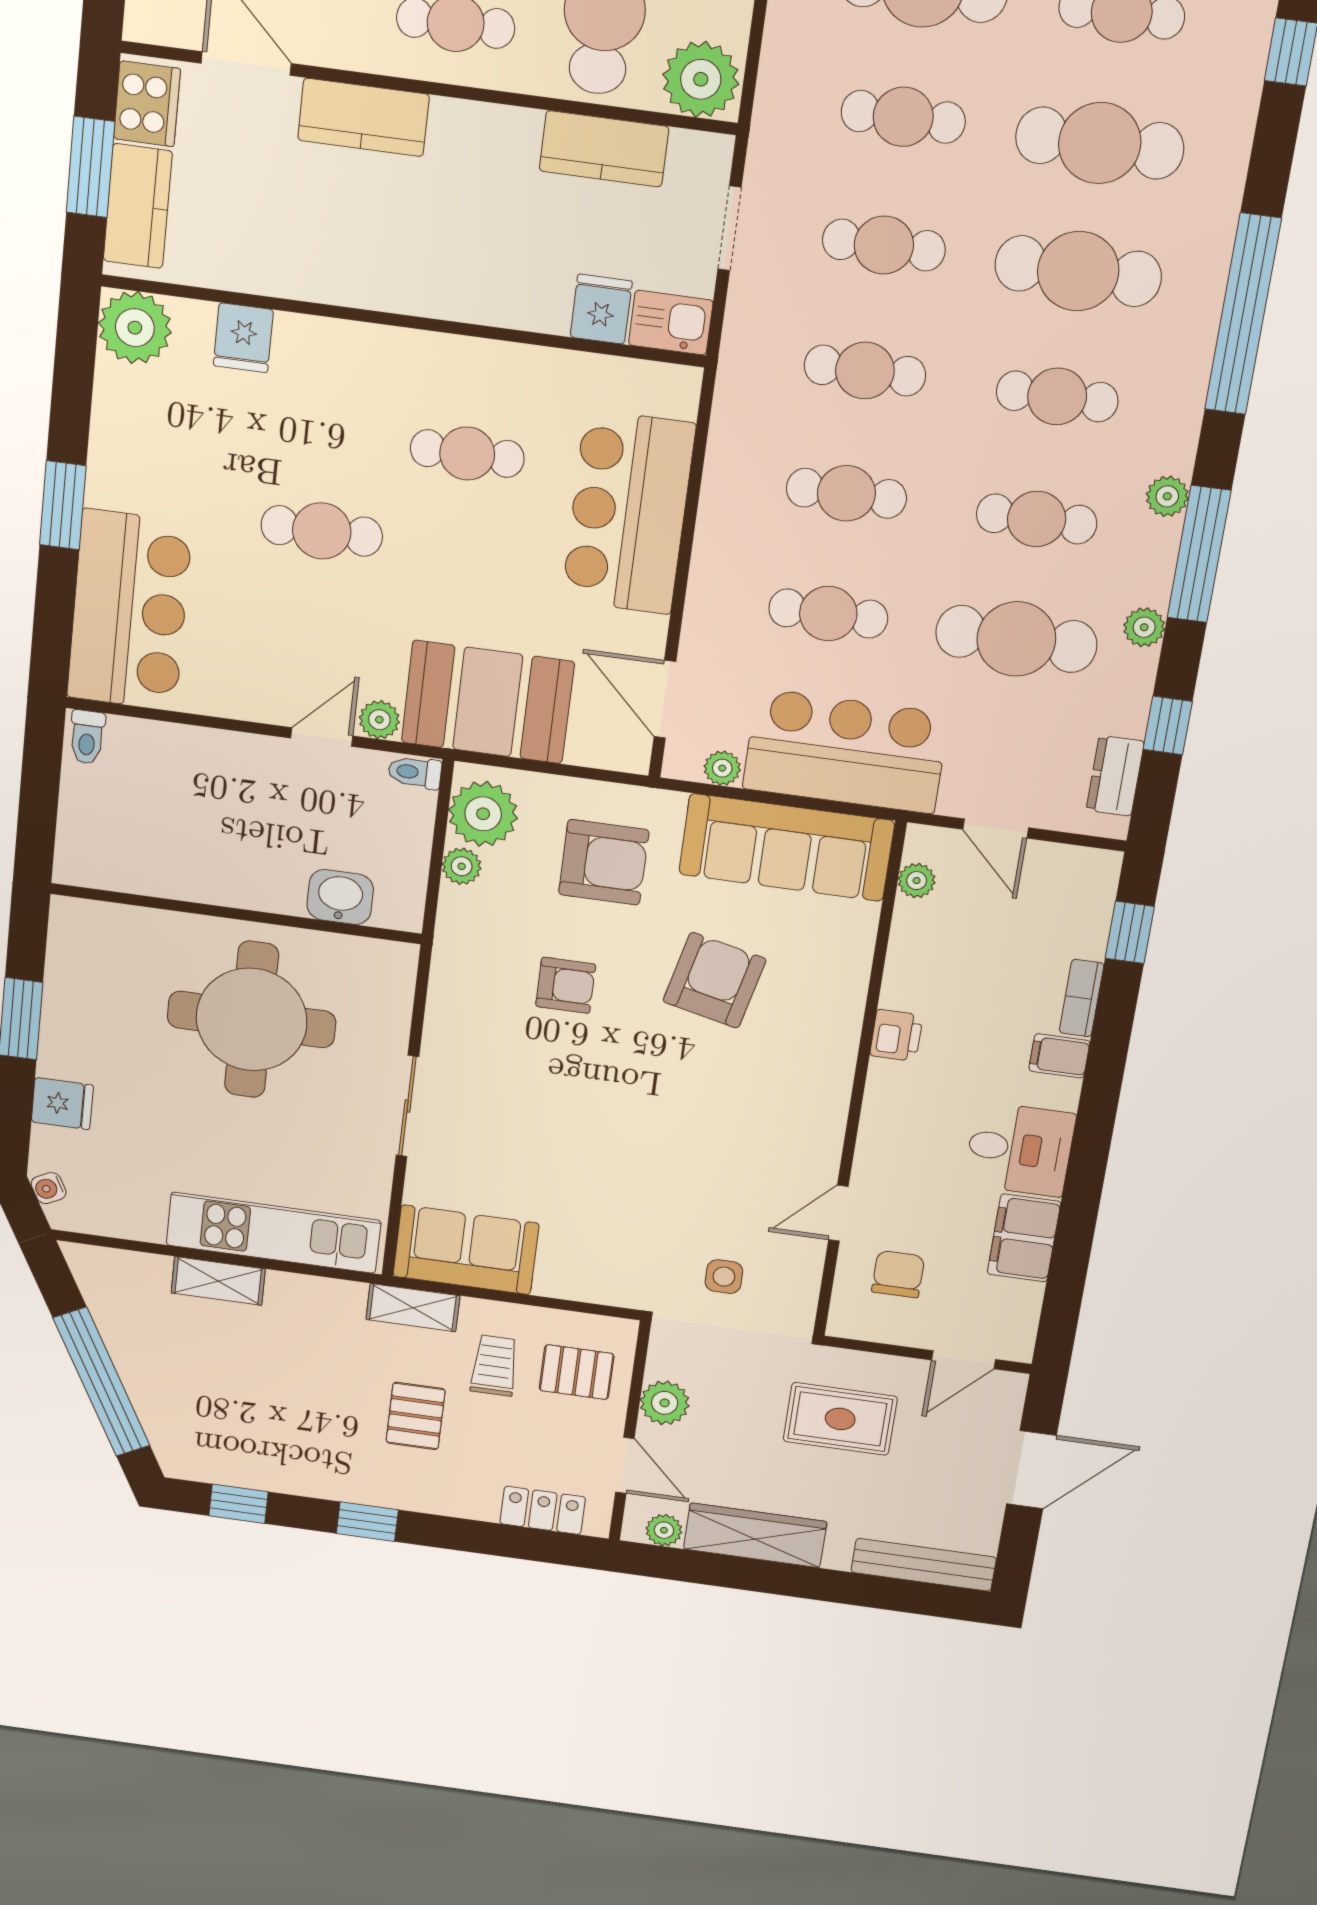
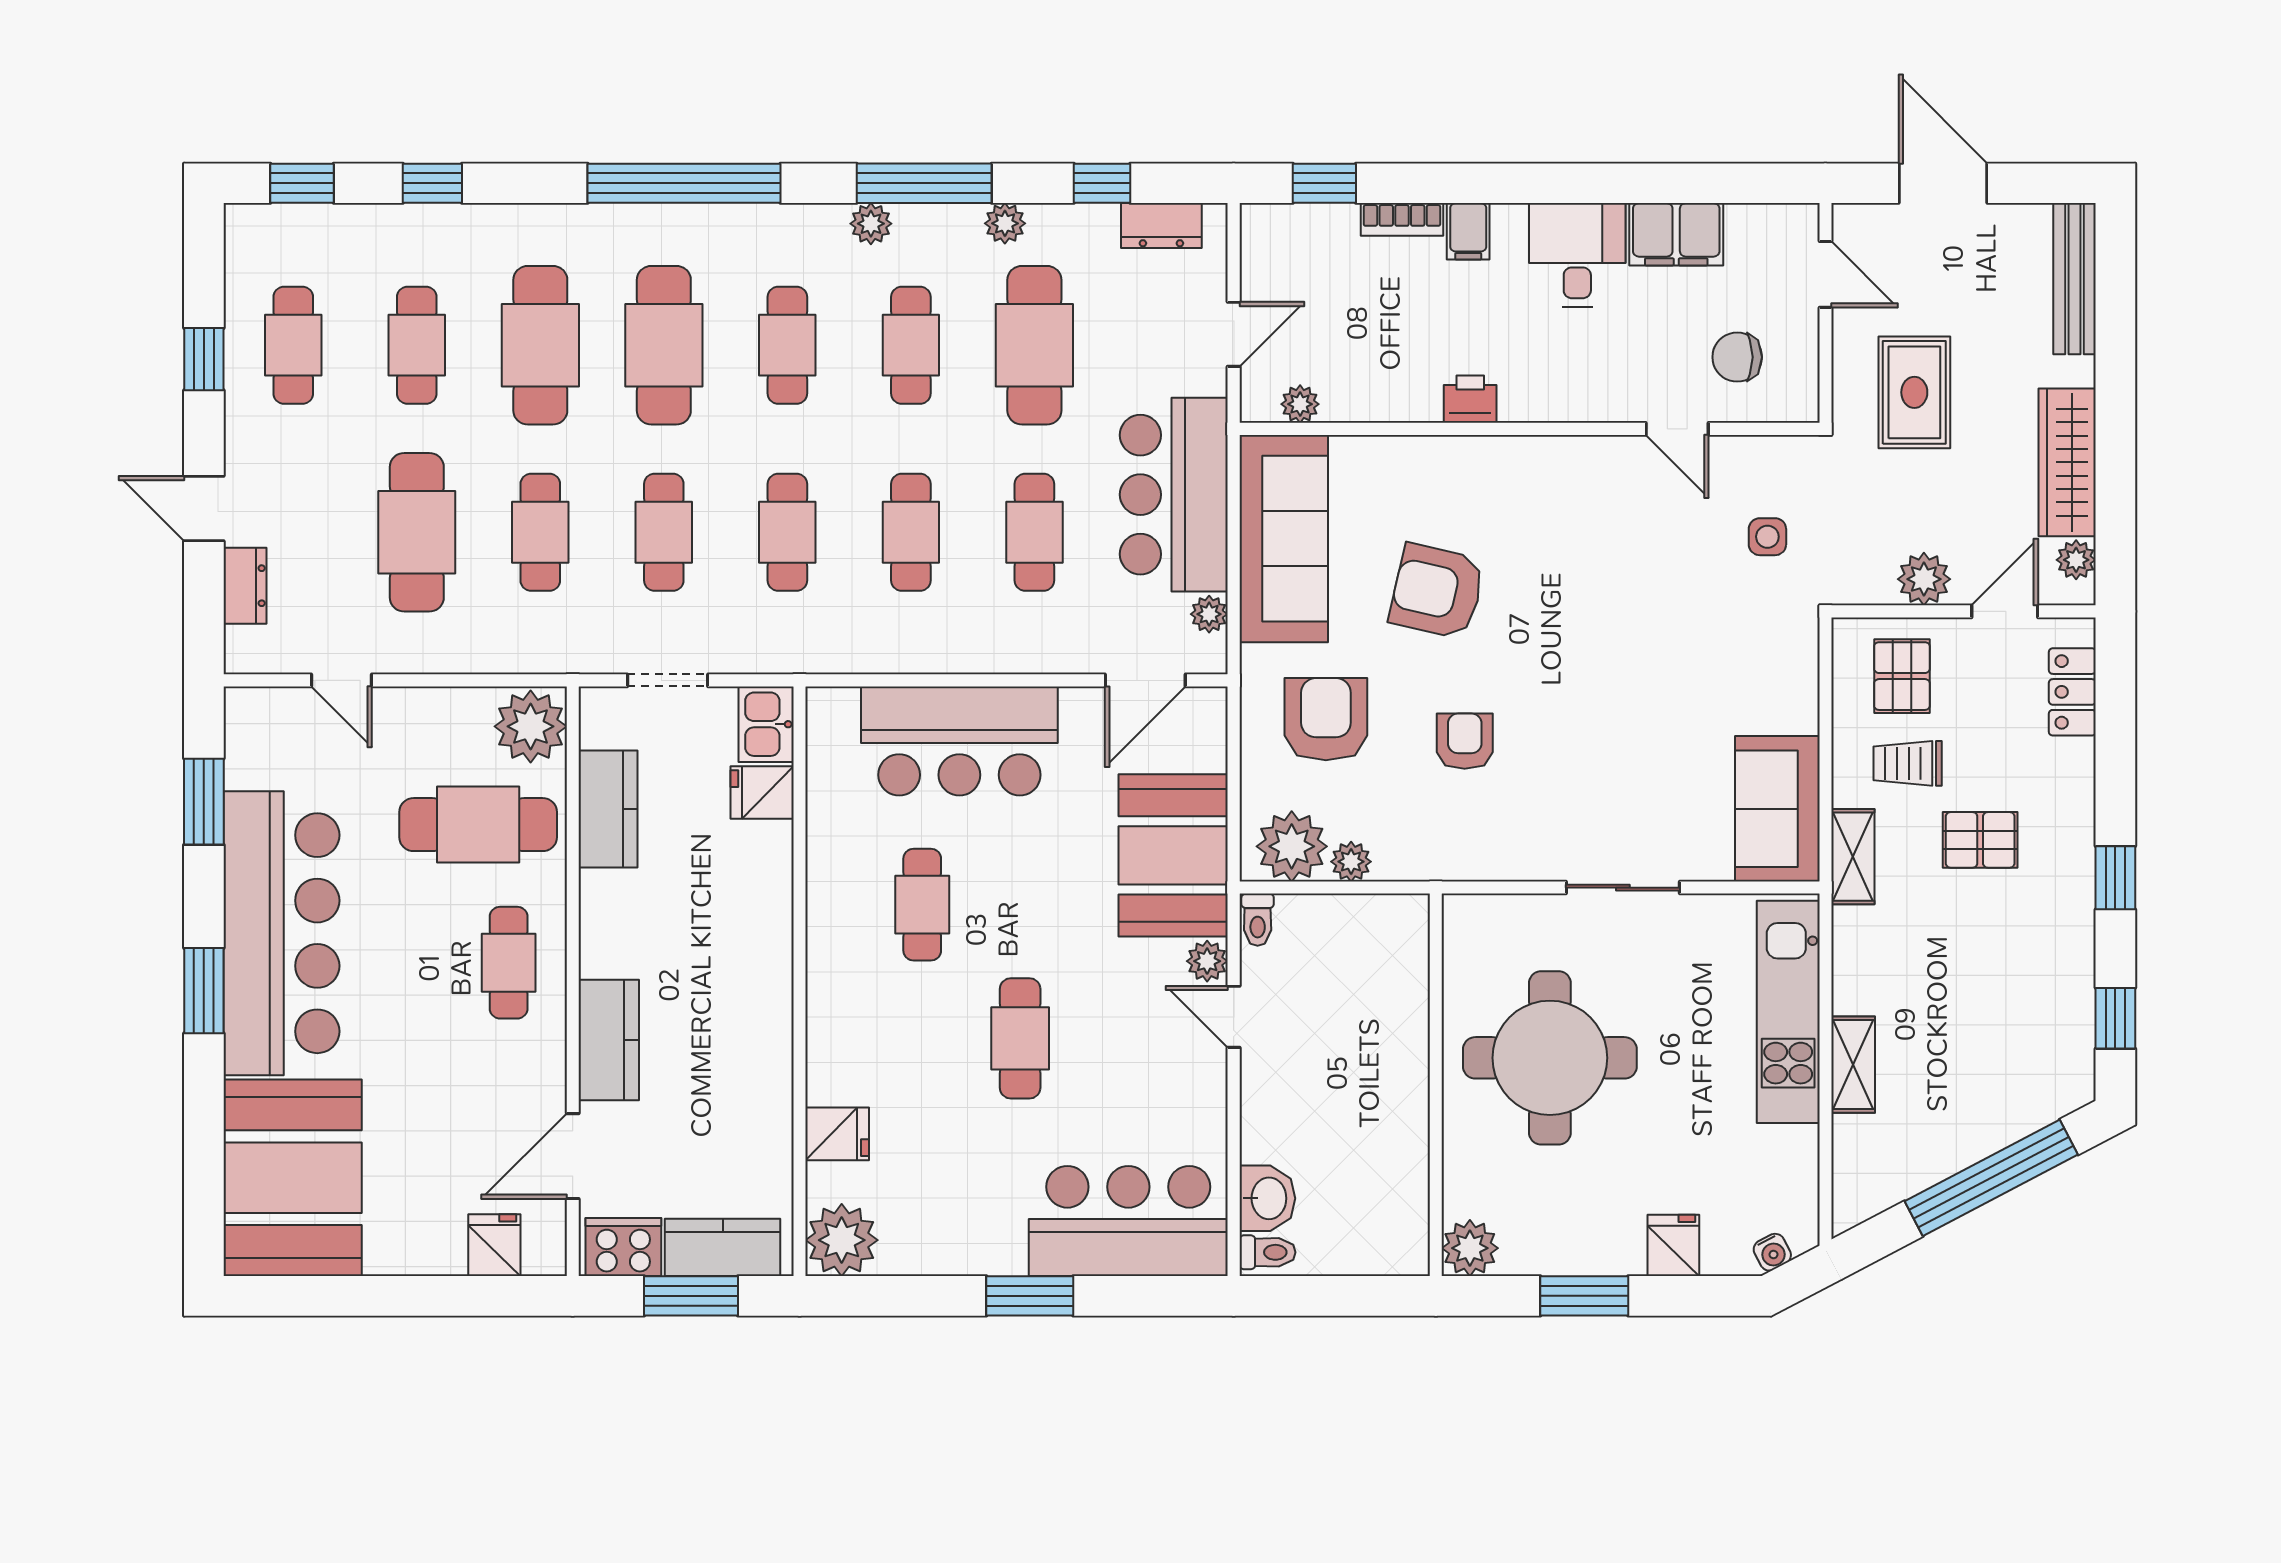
washbasin: (340, 897) -> (1267, 1198), moved, turned 180
plant: (75, 923) -> (1470, 1248), added

